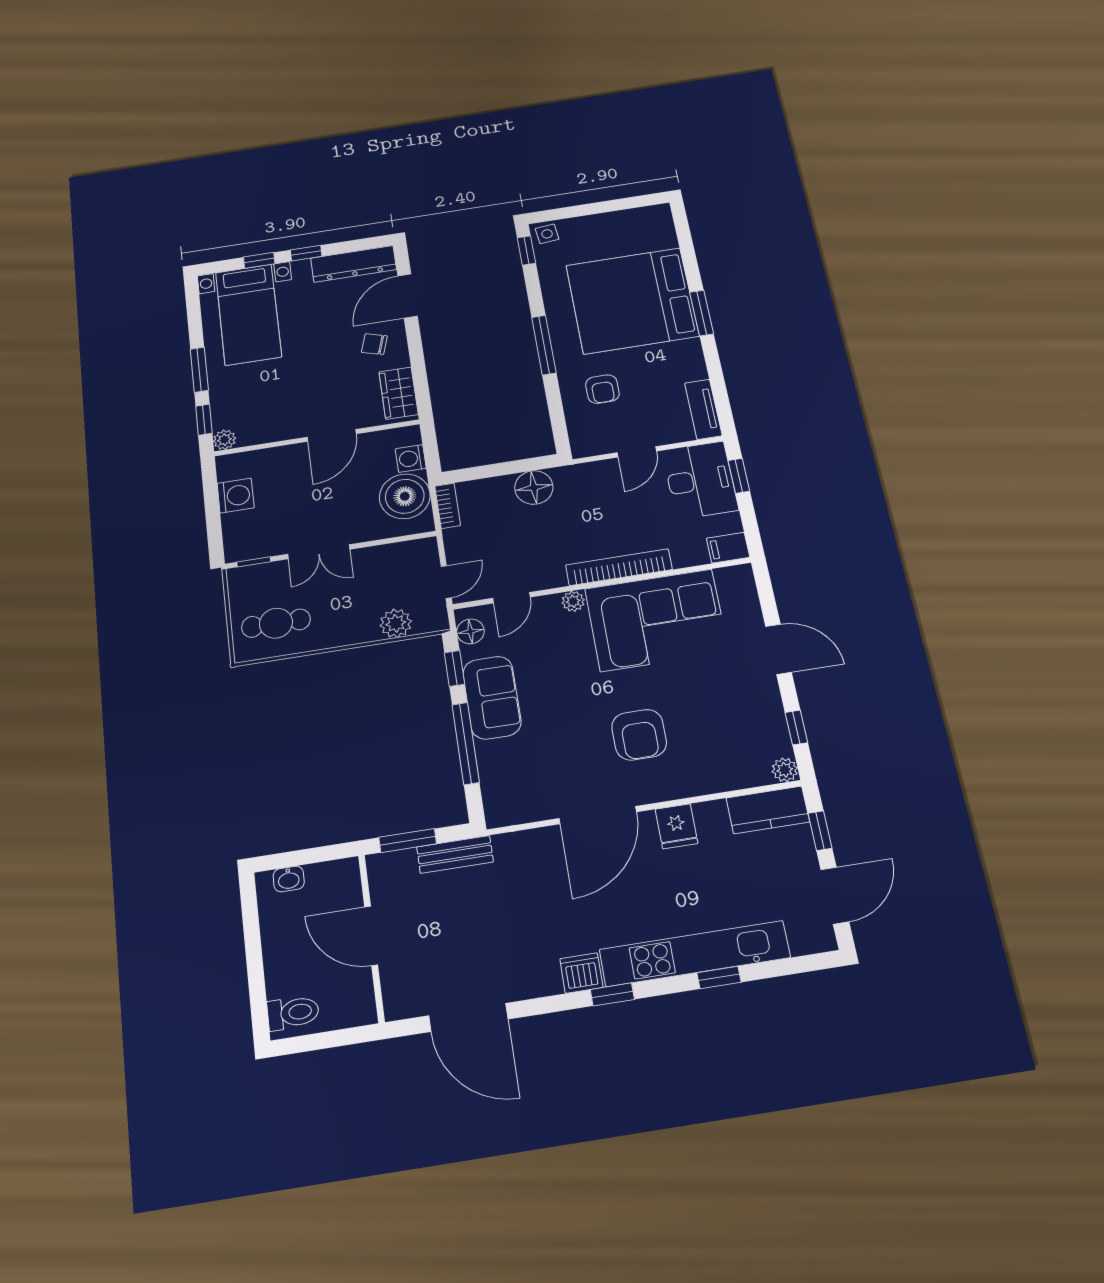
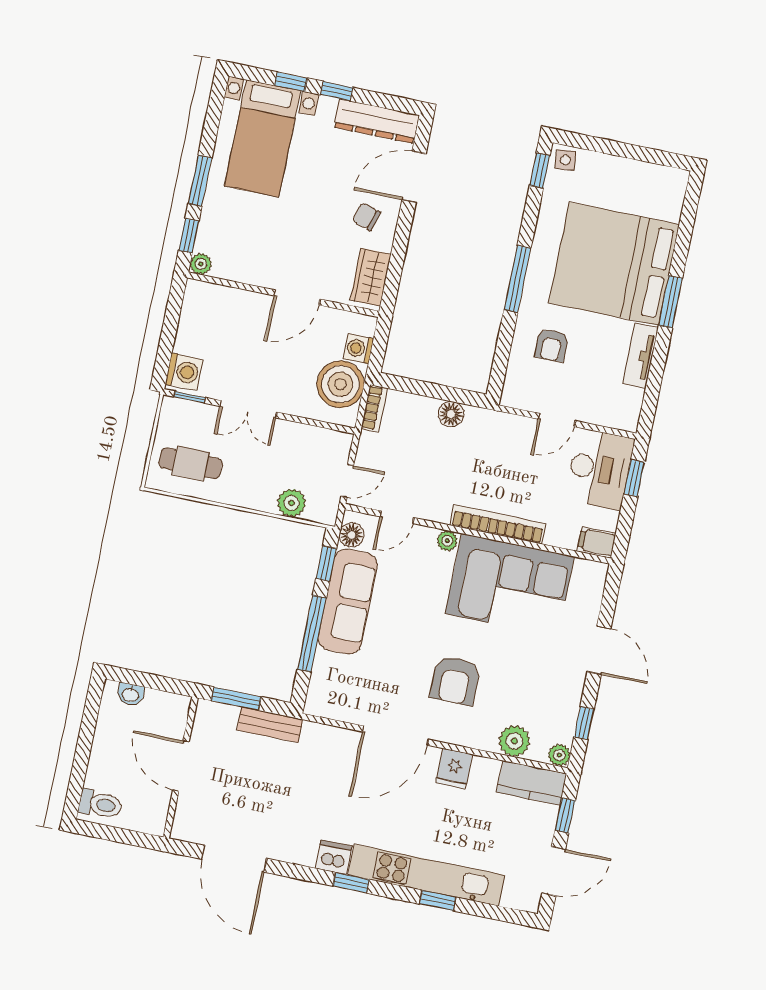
tv unit: (703, 409) -> (640, 356), moved
floor lamp: (534, 488) -> (451, 414), width x0.73, depth x0.73
washing machine: (236, 496) -> (184, 372), moved
sofa: (492, 698) -> (348, 602), width x1.36
plant: (730, 773) -> (514, 741), added

